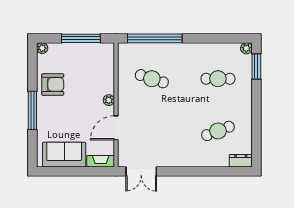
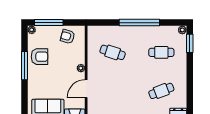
window: (81, 38) -> (49, 23), moved
window: (155, 38) -> (139, 23), moved
armchair: (91, 57) -> (68, 36), added
window: (32, 110) -> (24, 66), moved

